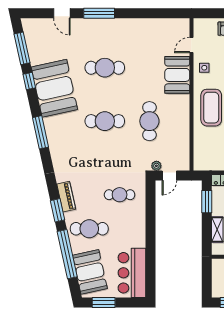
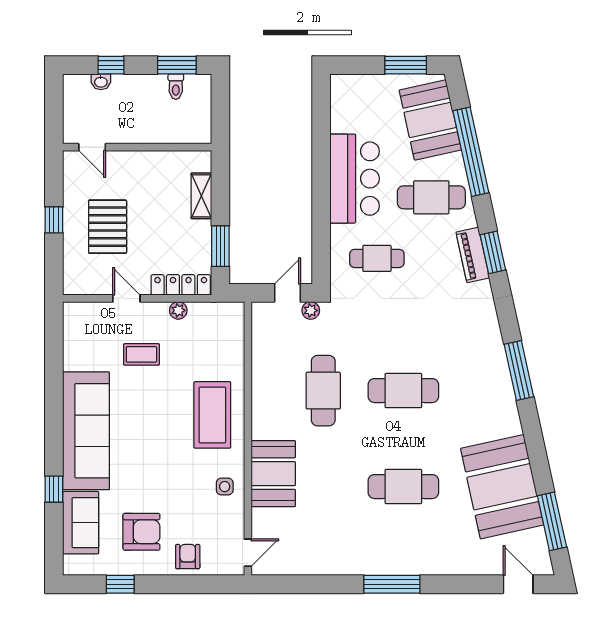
door: (62, 13) -> (518, 584), moved
window: (99, 13) -> (392, 584), moved
door: (191, 45) -> (248, 553), moved
window: (29, 81) -> (539, 463), removed
booth: (54, 88) -> (502, 487), moved
window: (58, 210) -> (493, 252), moved
bar counter: (132, 273) -> (355, 179), moved

